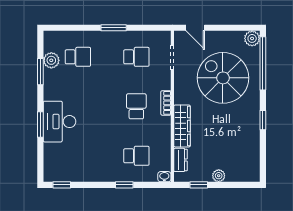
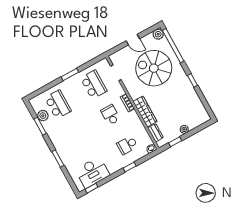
door: (195, 28) -> (133, 40), moved
school desk: (78, 57) -> (58, 104), width x1.85
school desk: (136, 57) -> (94, 85), width x1.85
desk: (59, 122) -> (92, 172), moved, turned -90
school desk: (136, 156) -> (127, 145), turned 180

